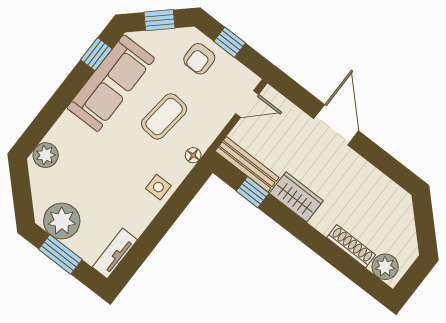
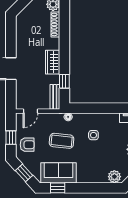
sofa: (111, 83) -> (58, 173), width x0.73
door: (247, 104) -> (30, 111), swing flipped
bench: (247, 164) -> (55, 97), width x0.73
side table: (158, 187) -> (93, 135), moved

